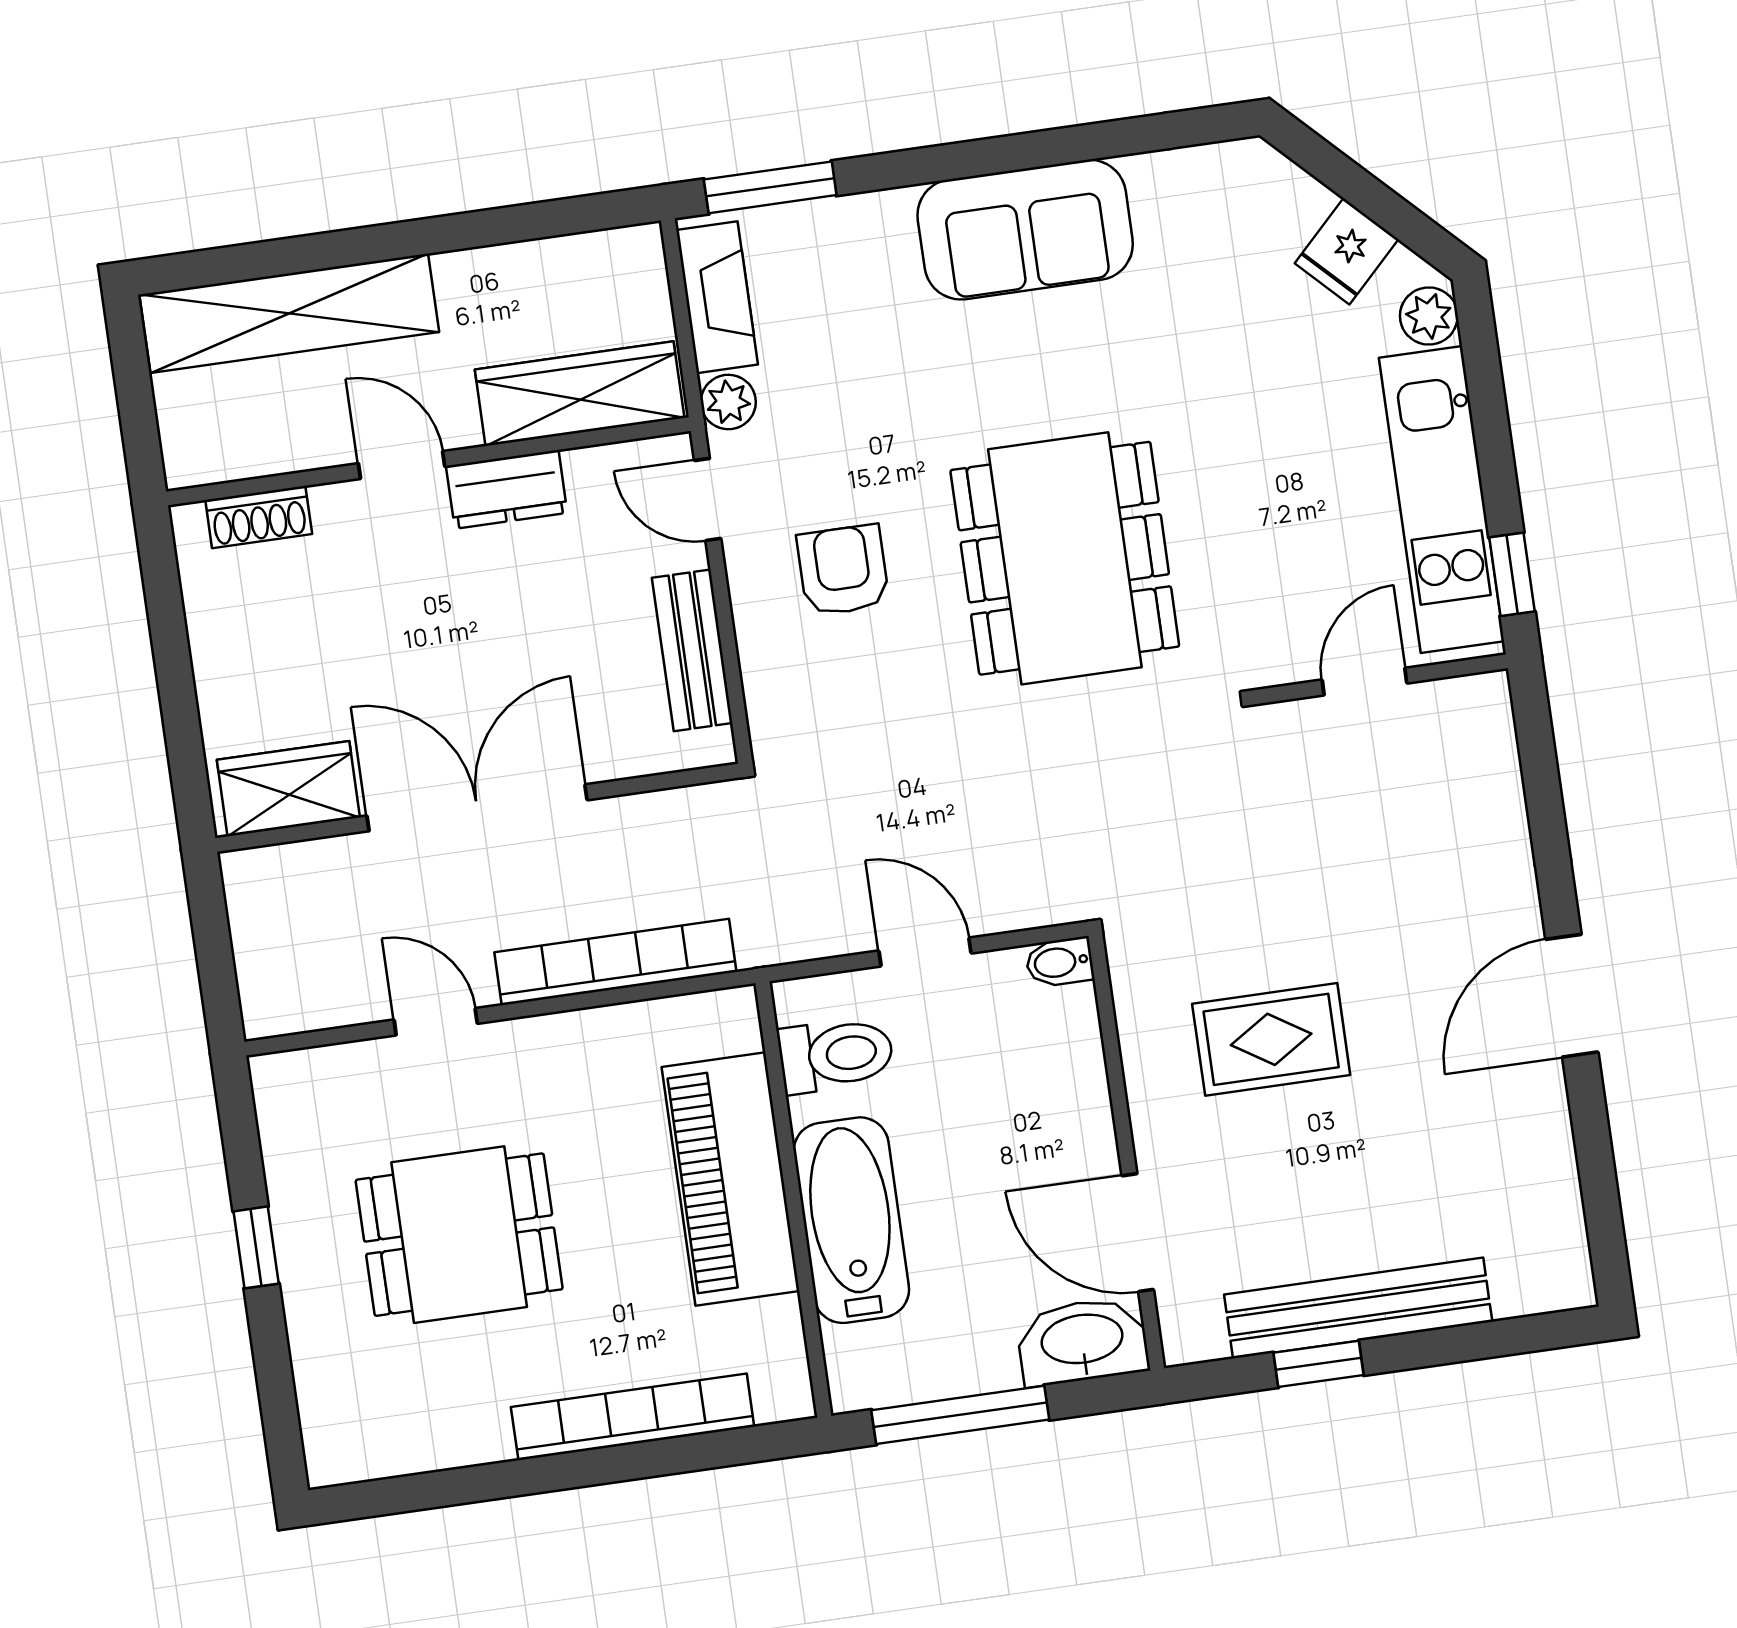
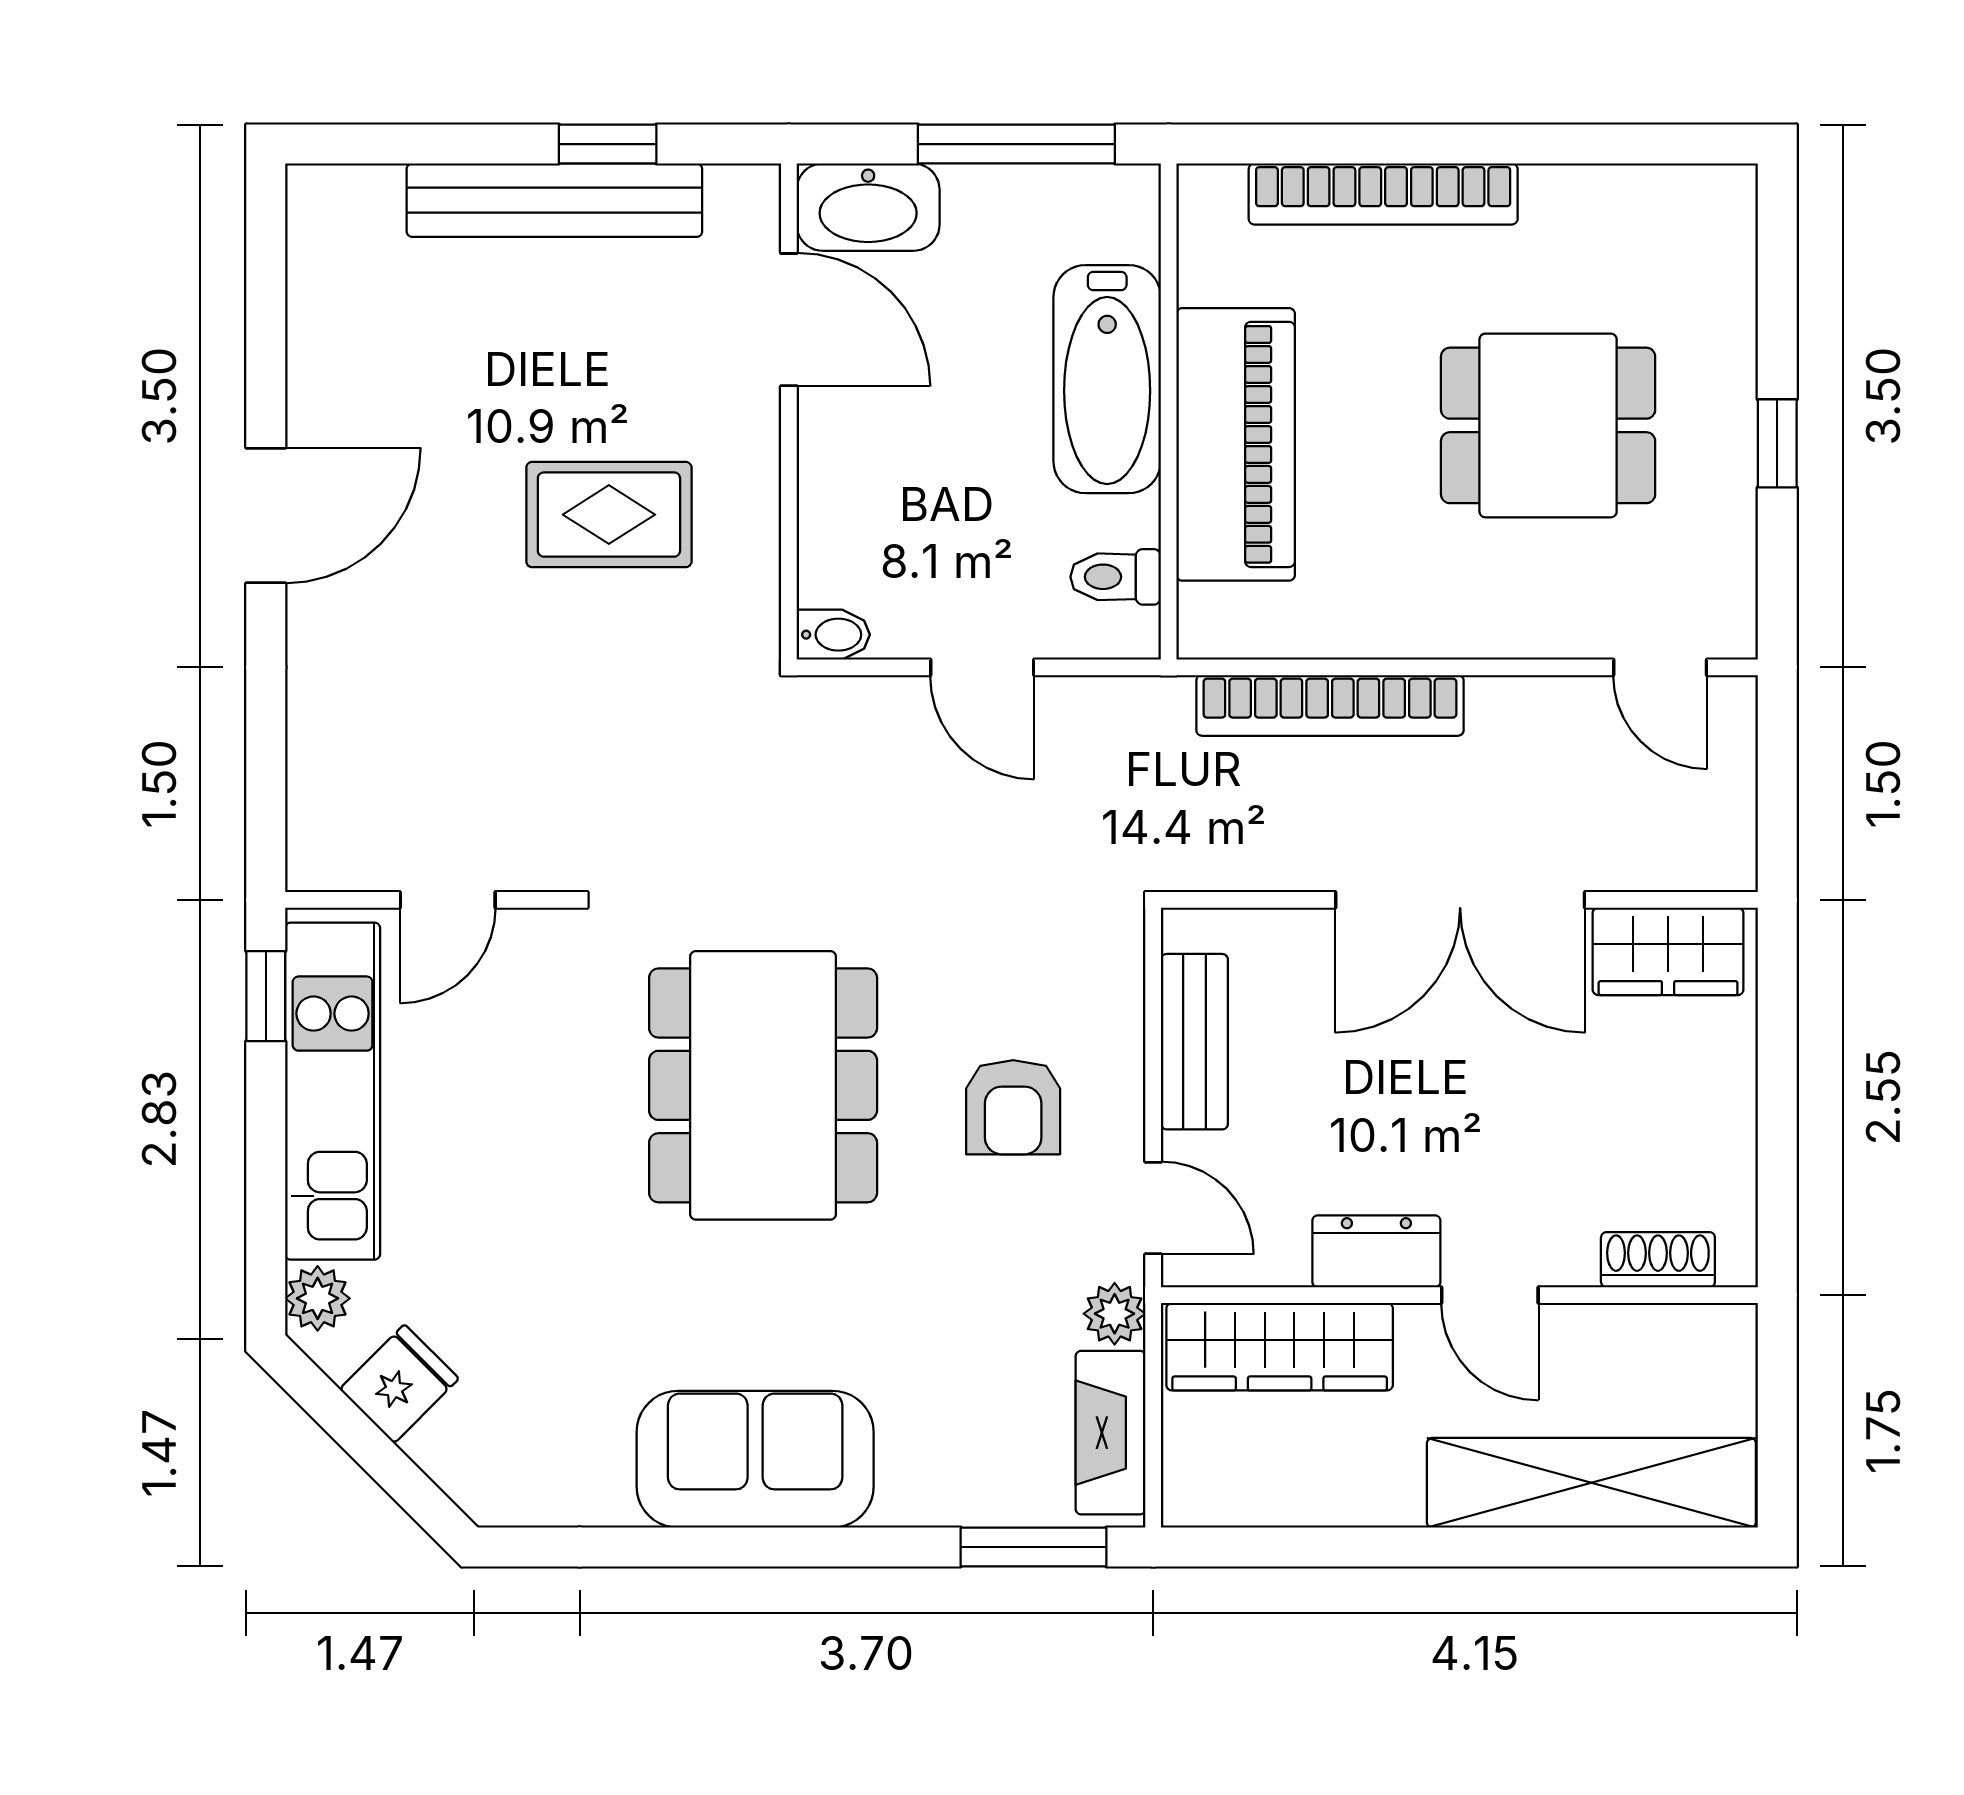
door: (436, 1022) -> (1660, 667), moved
toilet: (836, 1055) -> (1116, 577), width x0.73, depth x0.72

